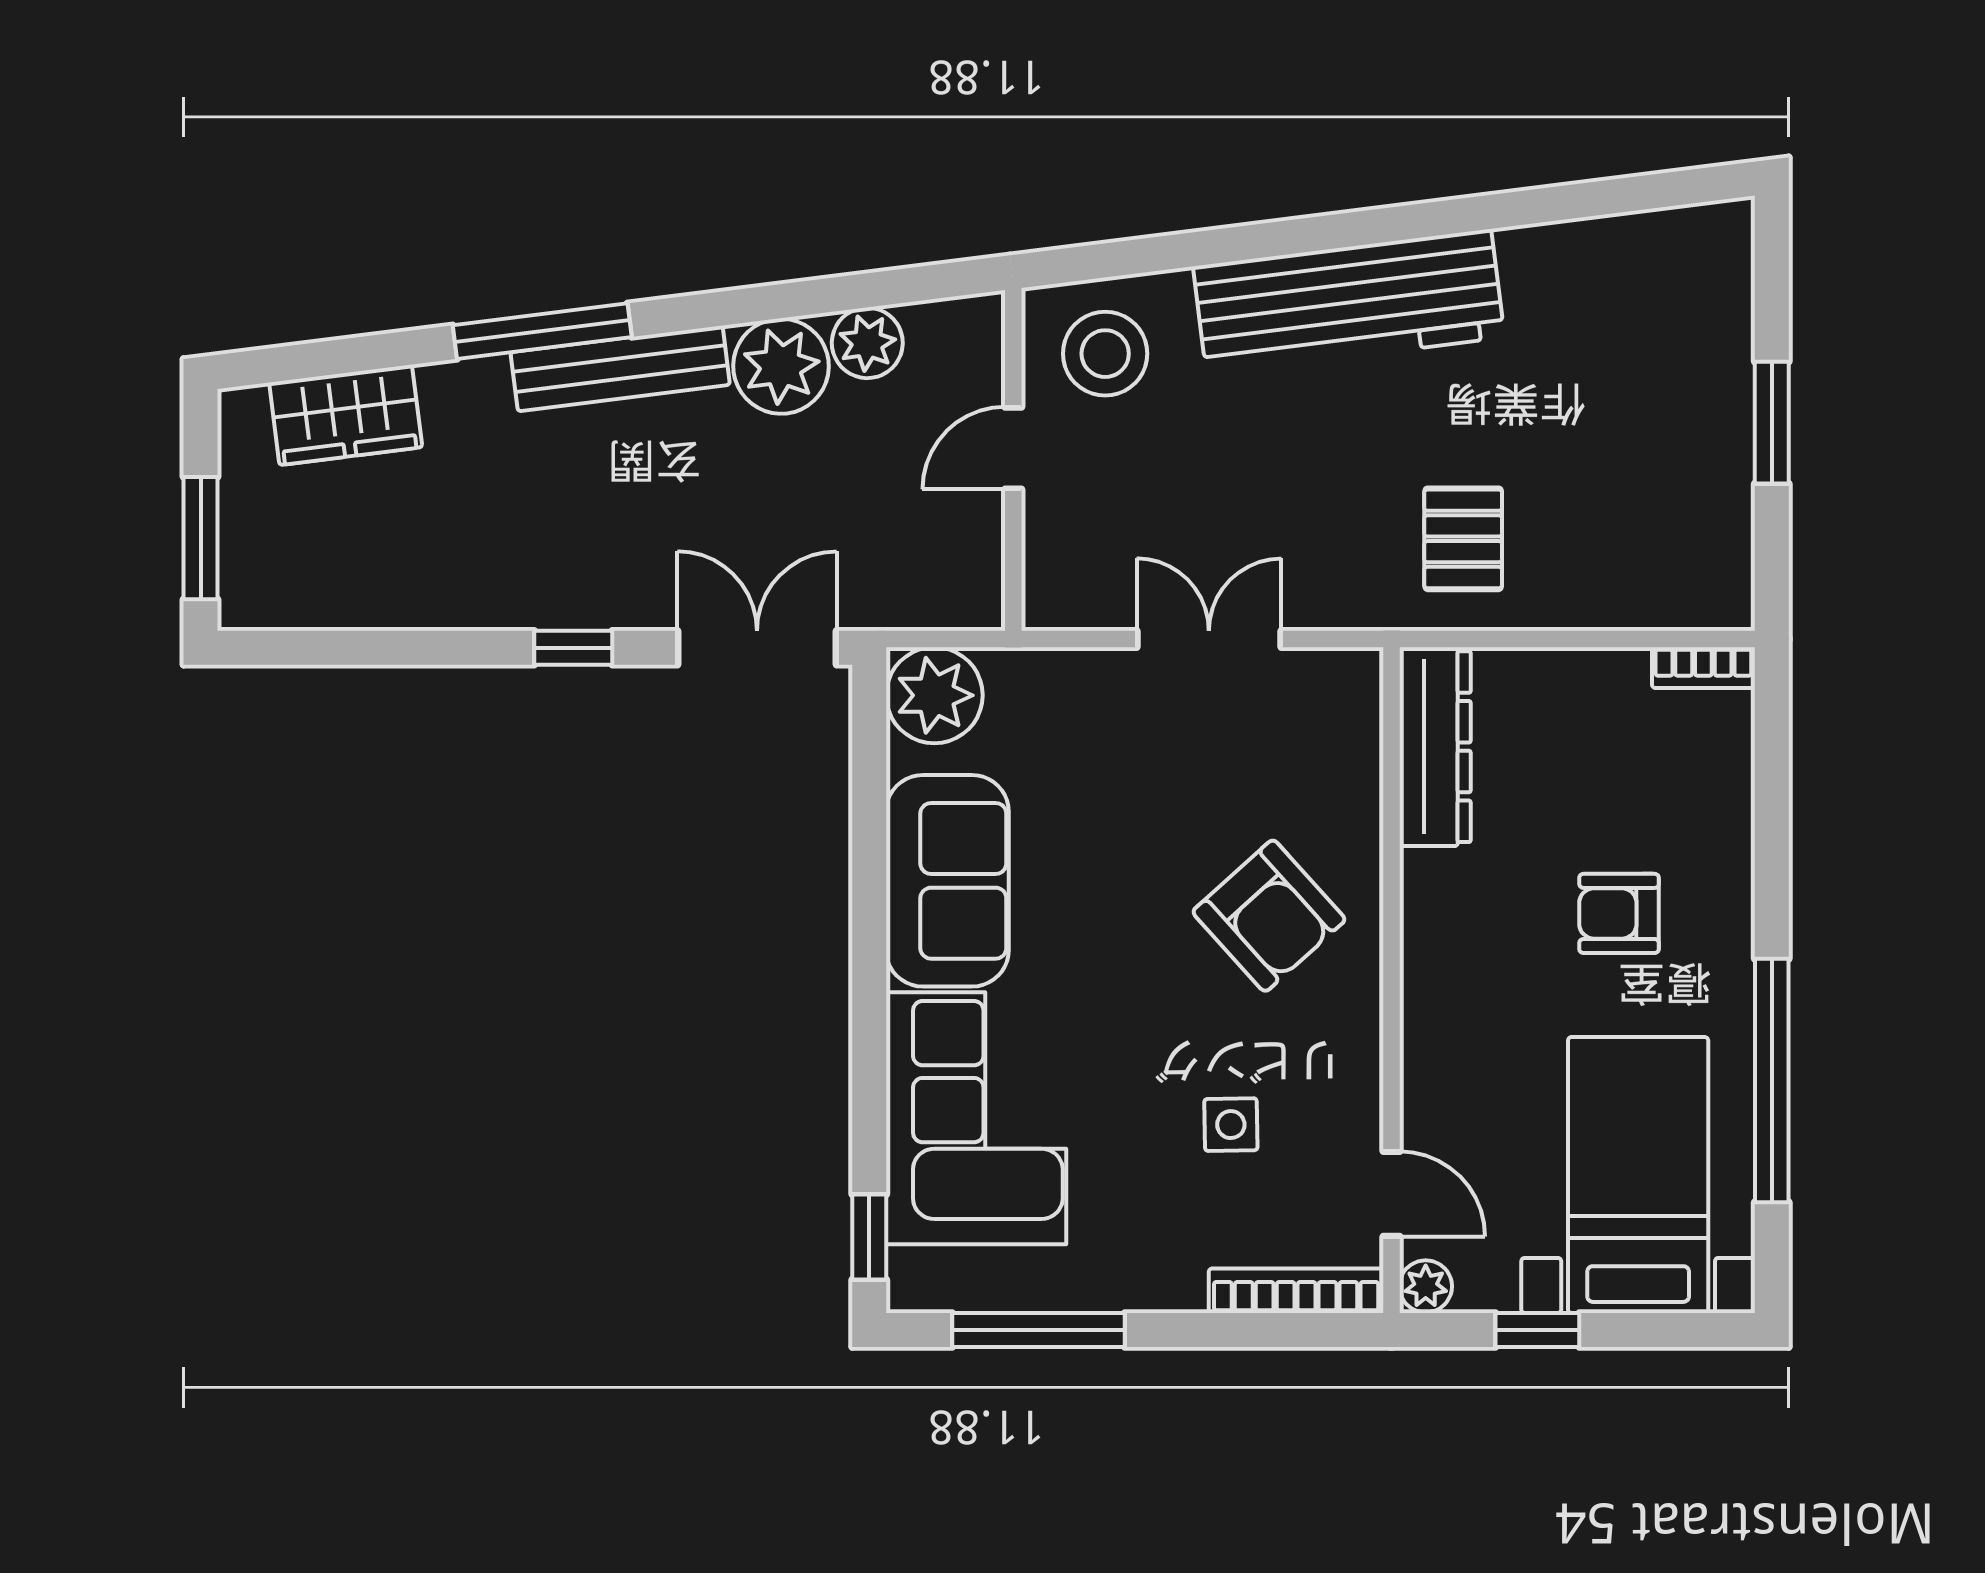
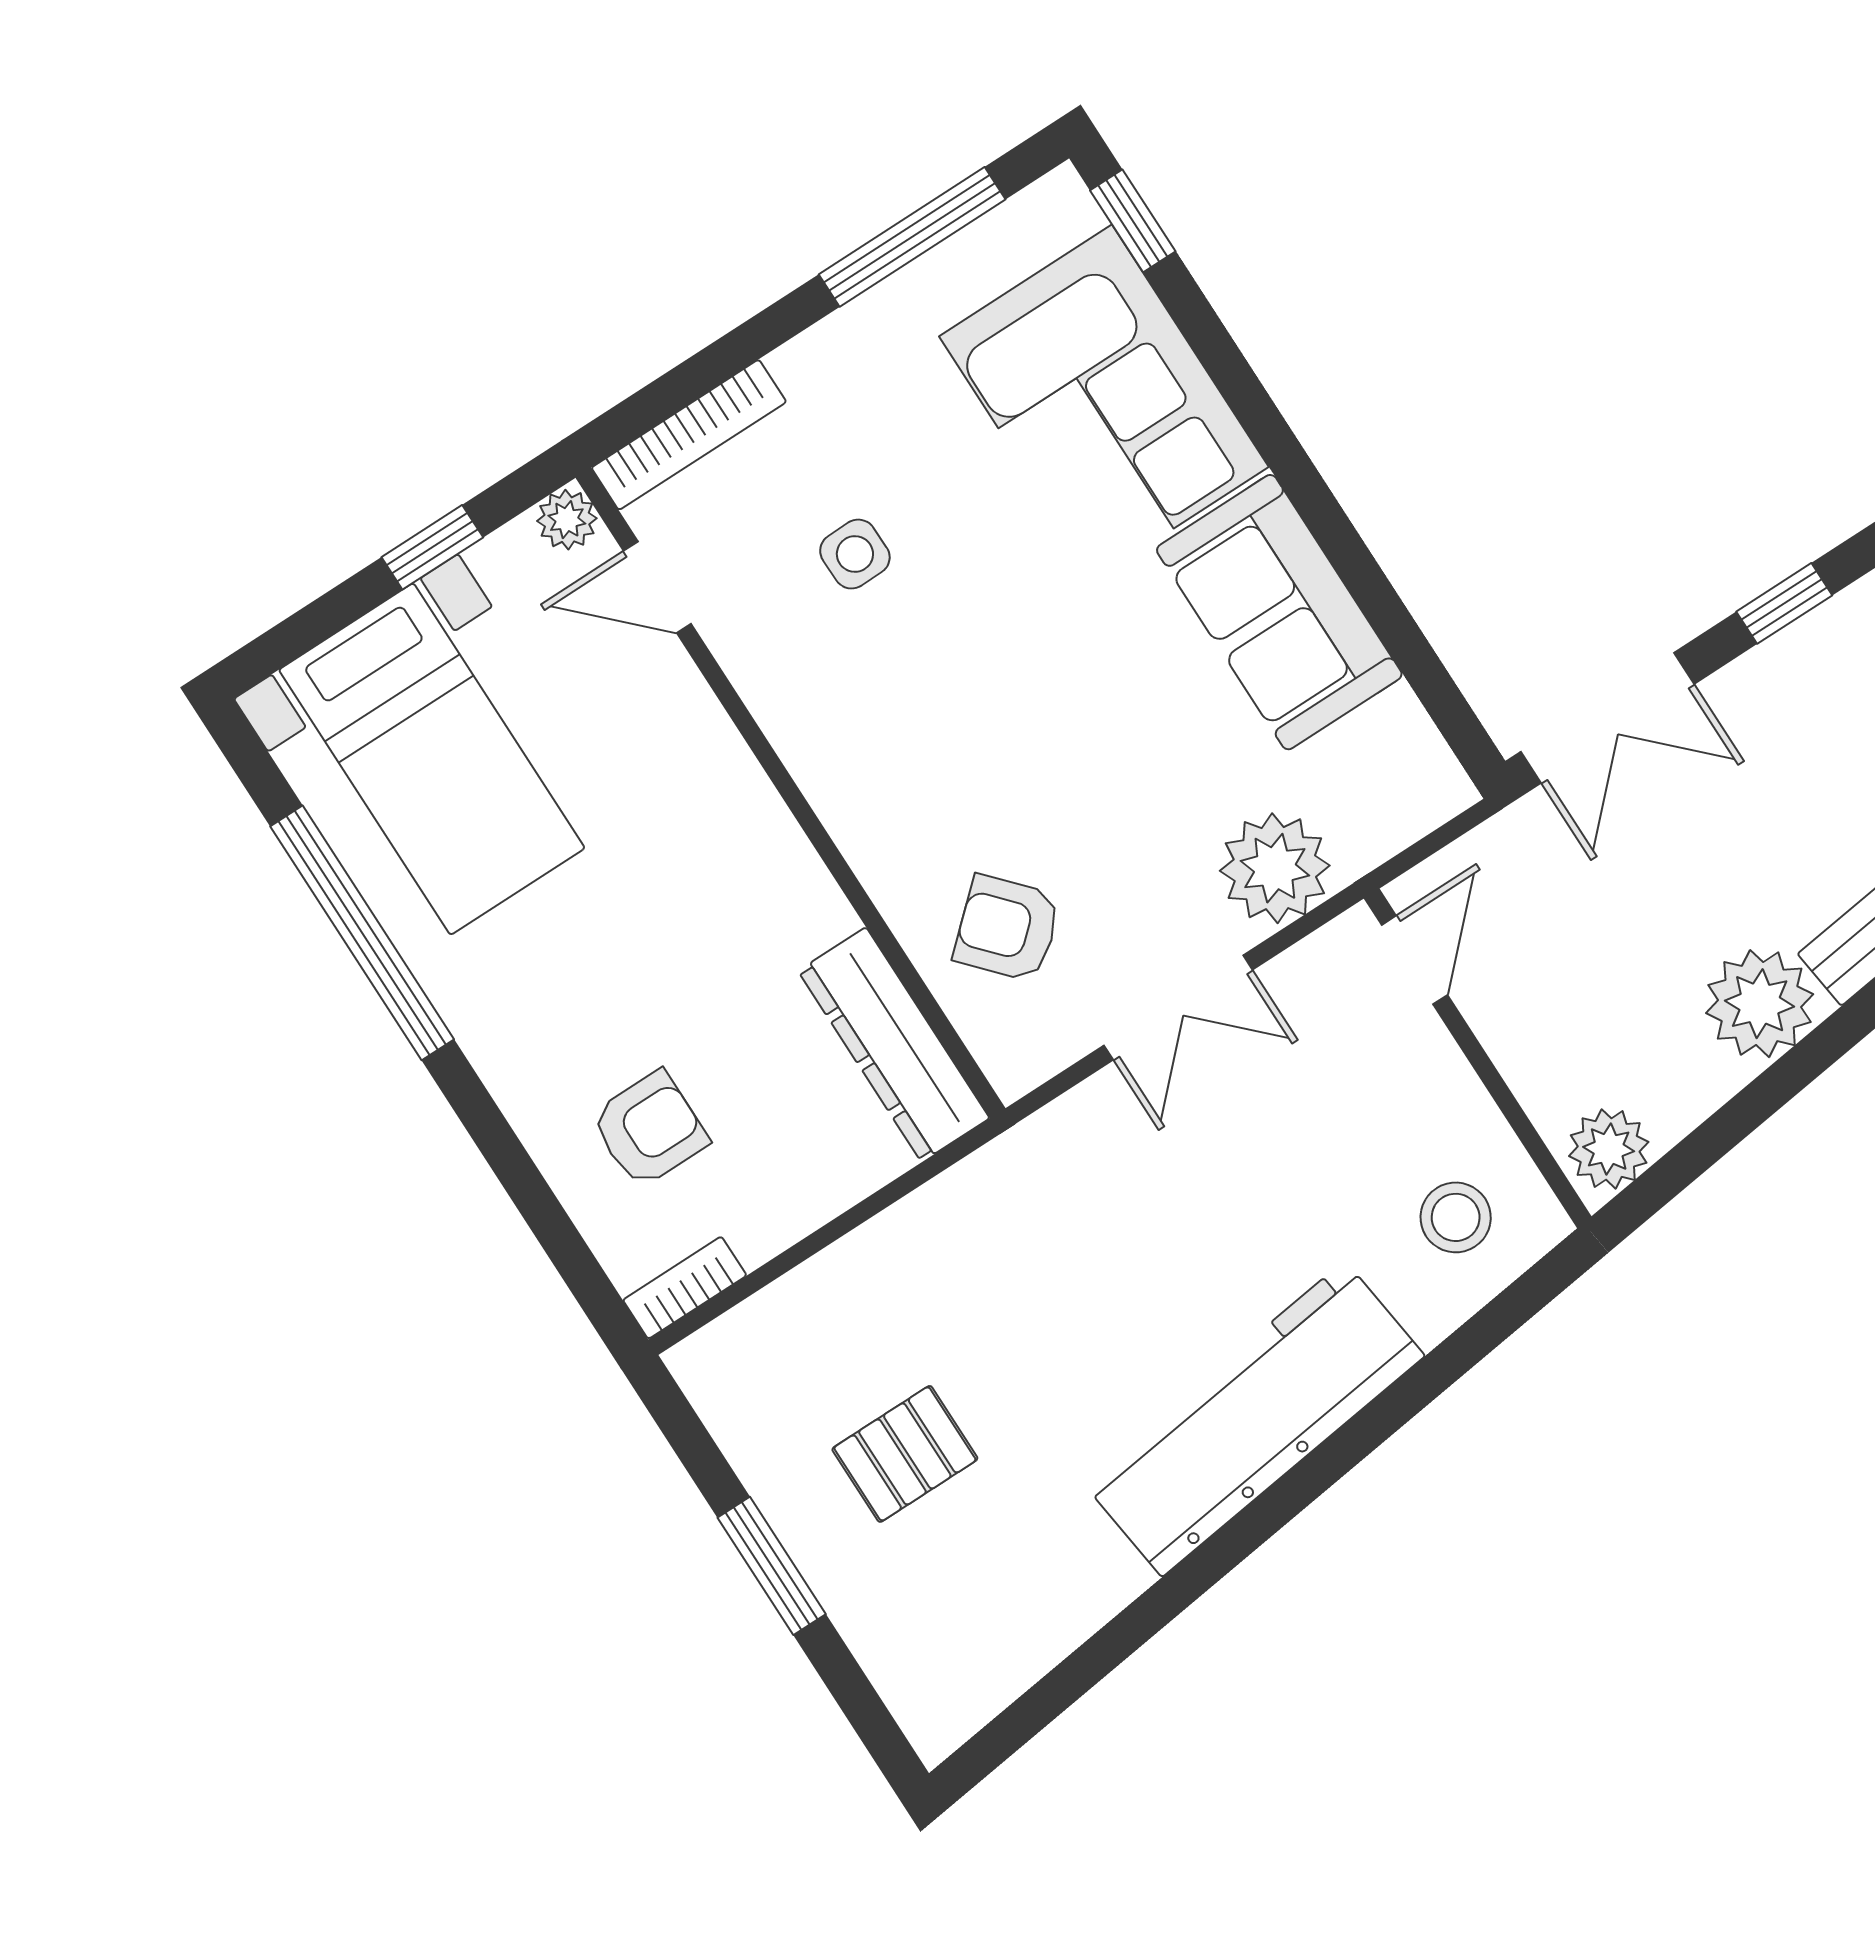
plant: (867, 343) -> (1609, 1149), moved
stool: (1105, 354) -> (1456, 1217), width x0.73, depth x0.73
door: (1013, 448) -> (1415, 960), moved
pallet: (1463, 539) -> (905, 1454), moved, turned 90
plant: (934, 695) -> (1275, 868), moved
armchair: (1619, 913) -> (649, 1129), moved
armchair: (1269, 916) -> (1007, 928), moved, width x0.72, depth x0.72

